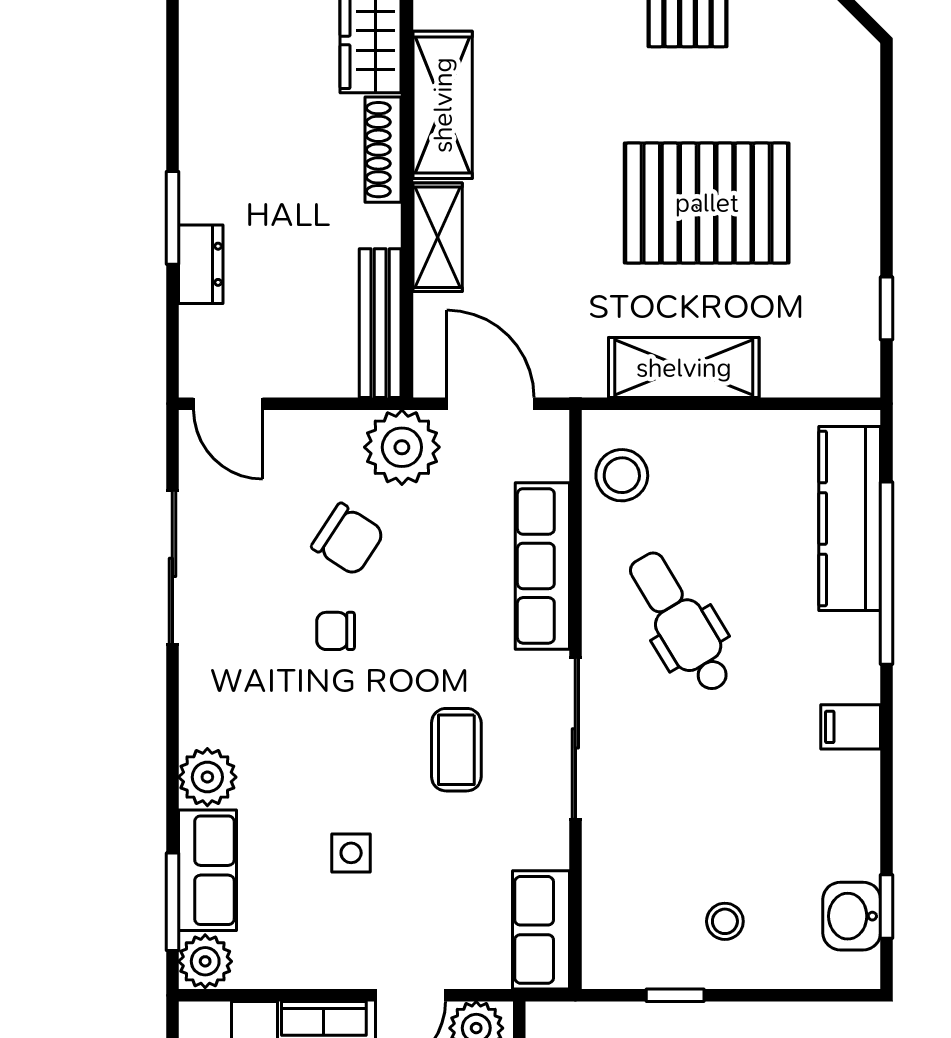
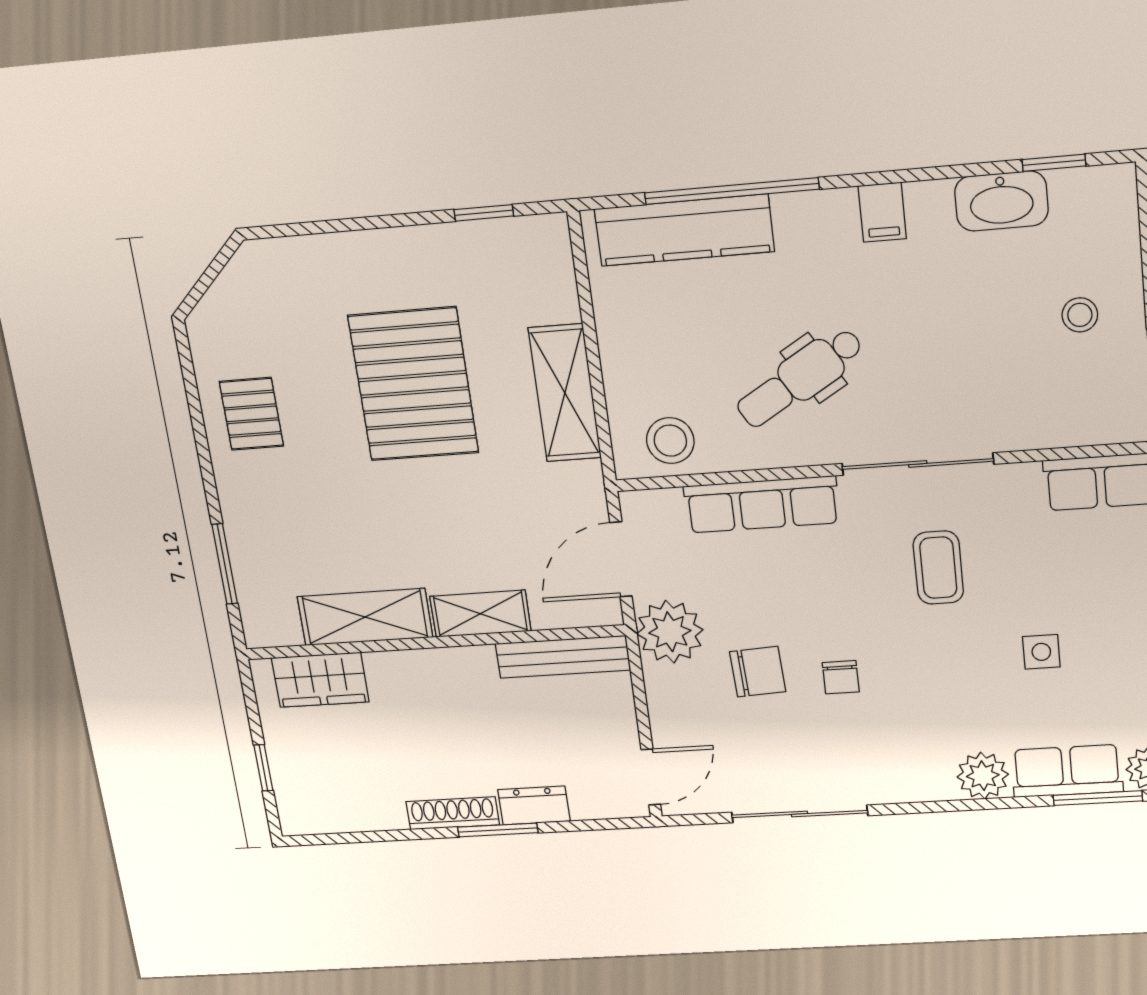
shoe rack: (383, 150) -> (453, 813), moved, turned 180
chair: (348, 539) -> (758, 672), turned 54
coffee table: (456, 750) -> (938, 568), turned 90
washbasin: (852, 916) -> (1001, 201), moved, width x1.38

